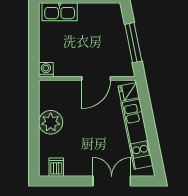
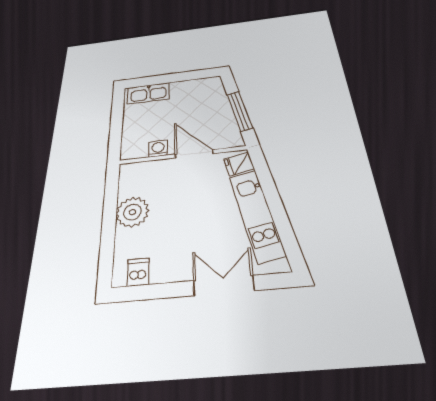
washing machine: (46, 70) -> (158, 149), moved
door: (96, 78) -> (194, 154), swing flipped

